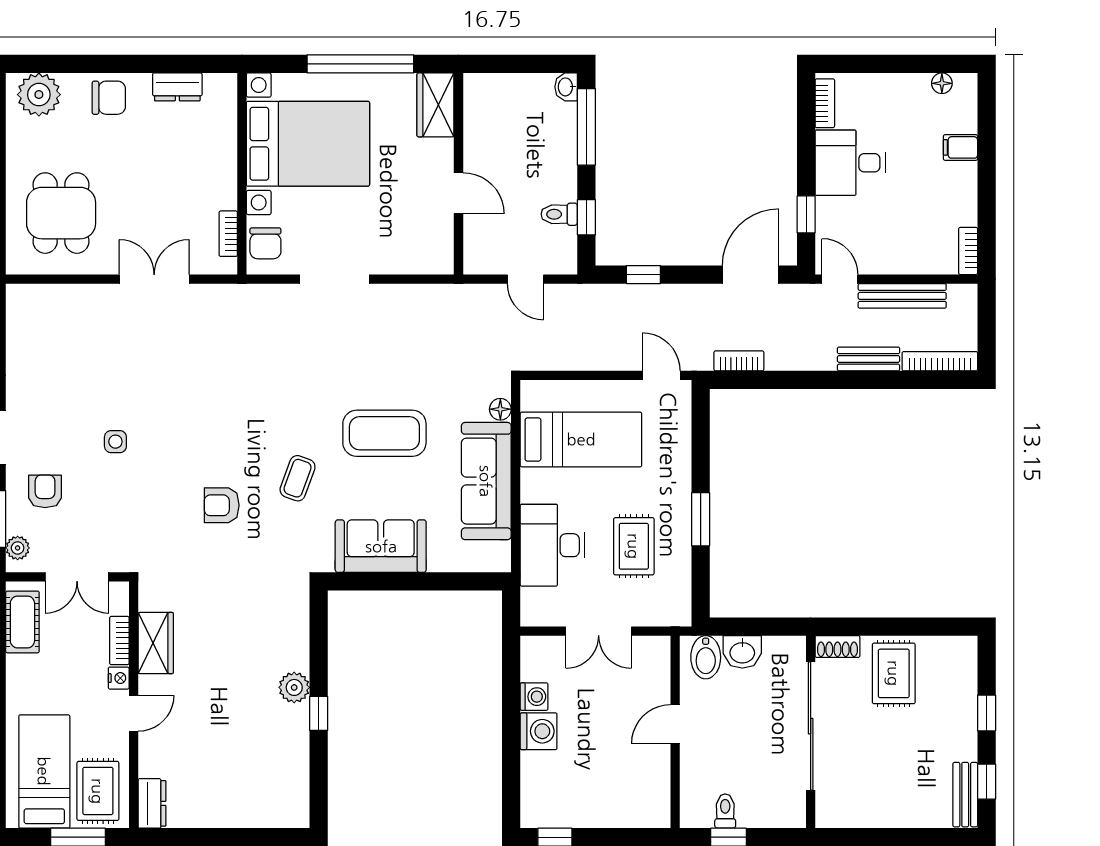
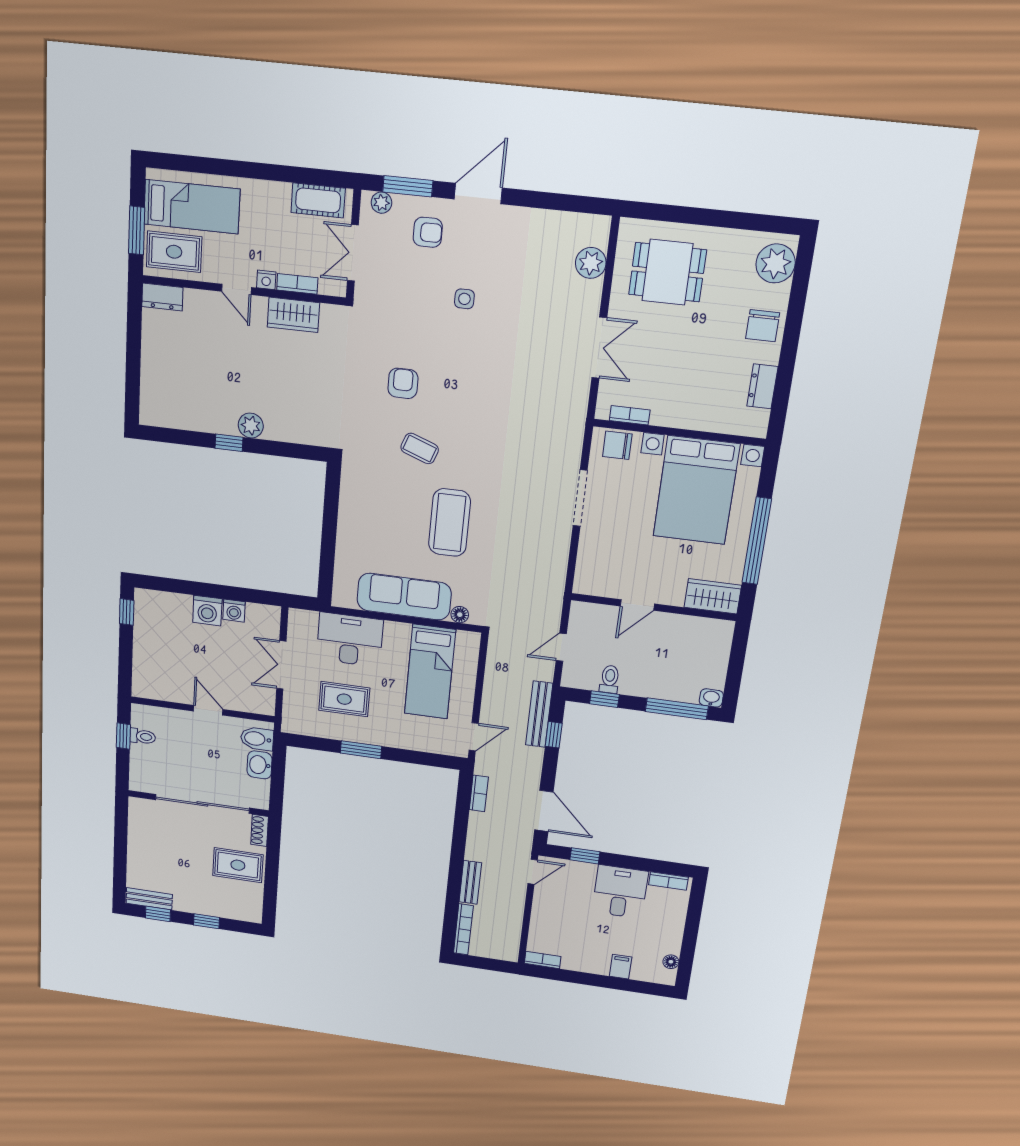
bench: (902, 296) -> (539, 714), moved
plant: (60, 301) -> (591, 263), added
sofa: (381, 546) -> (359, 508), removed

